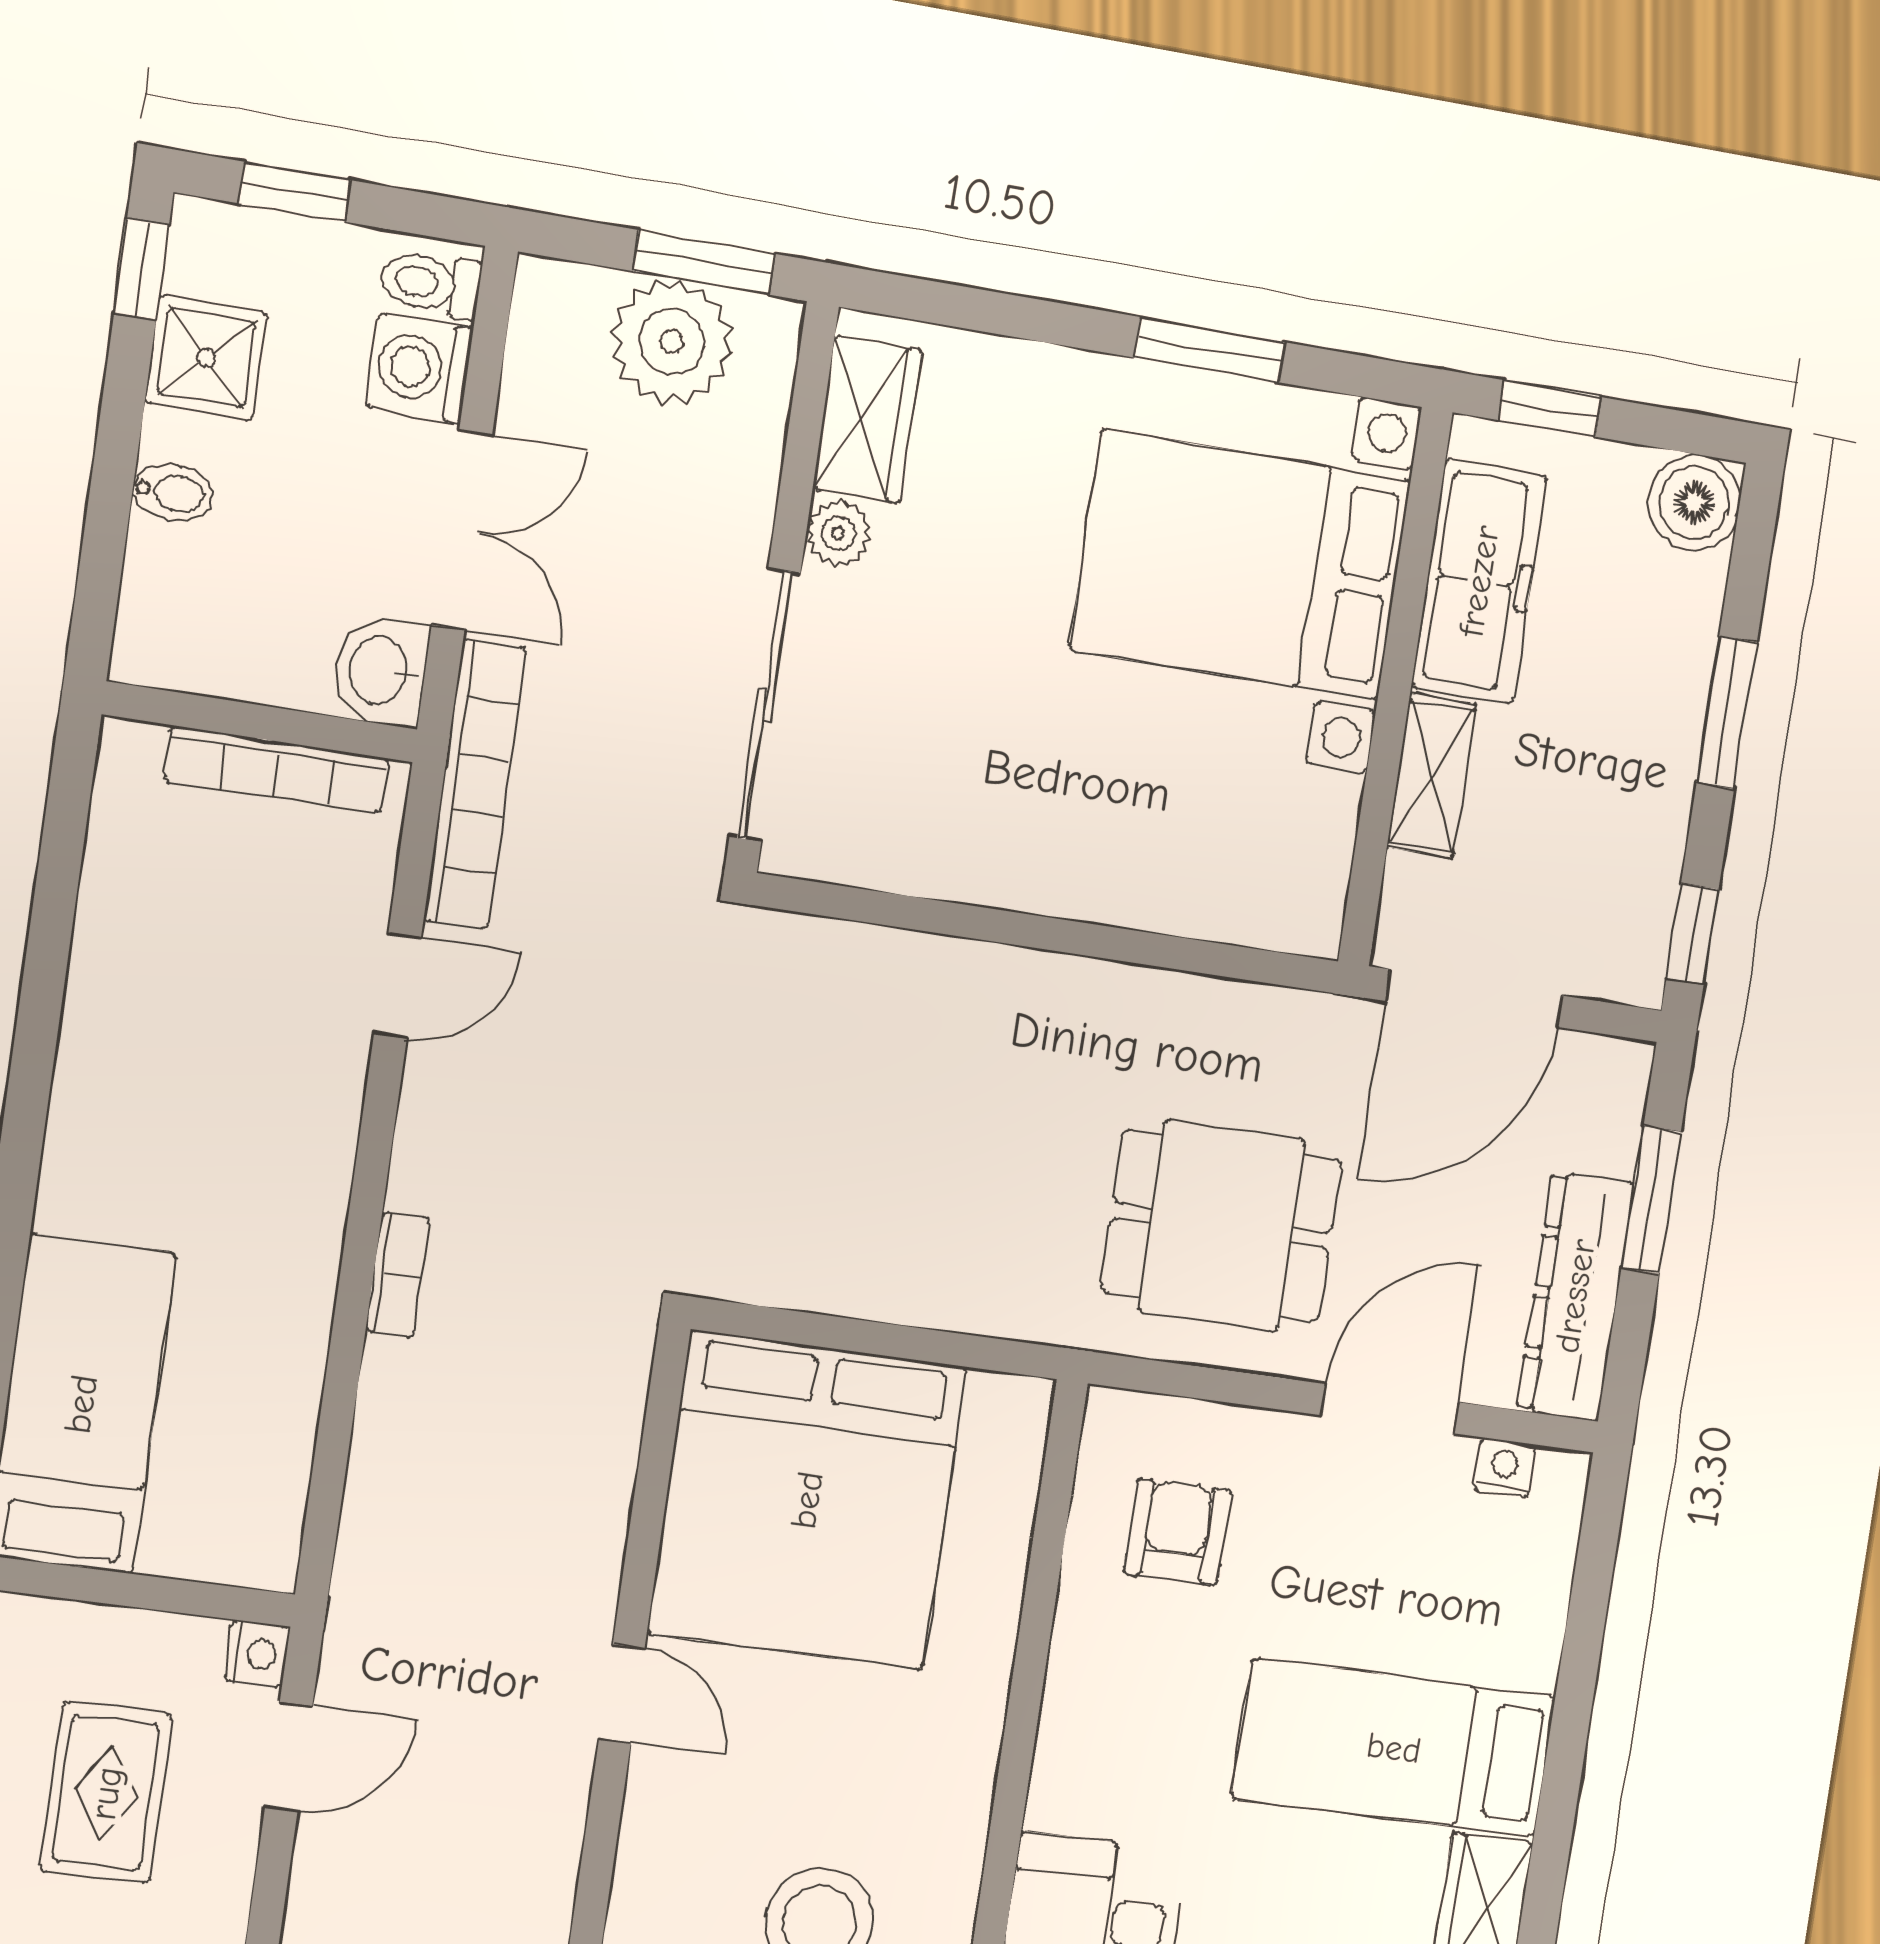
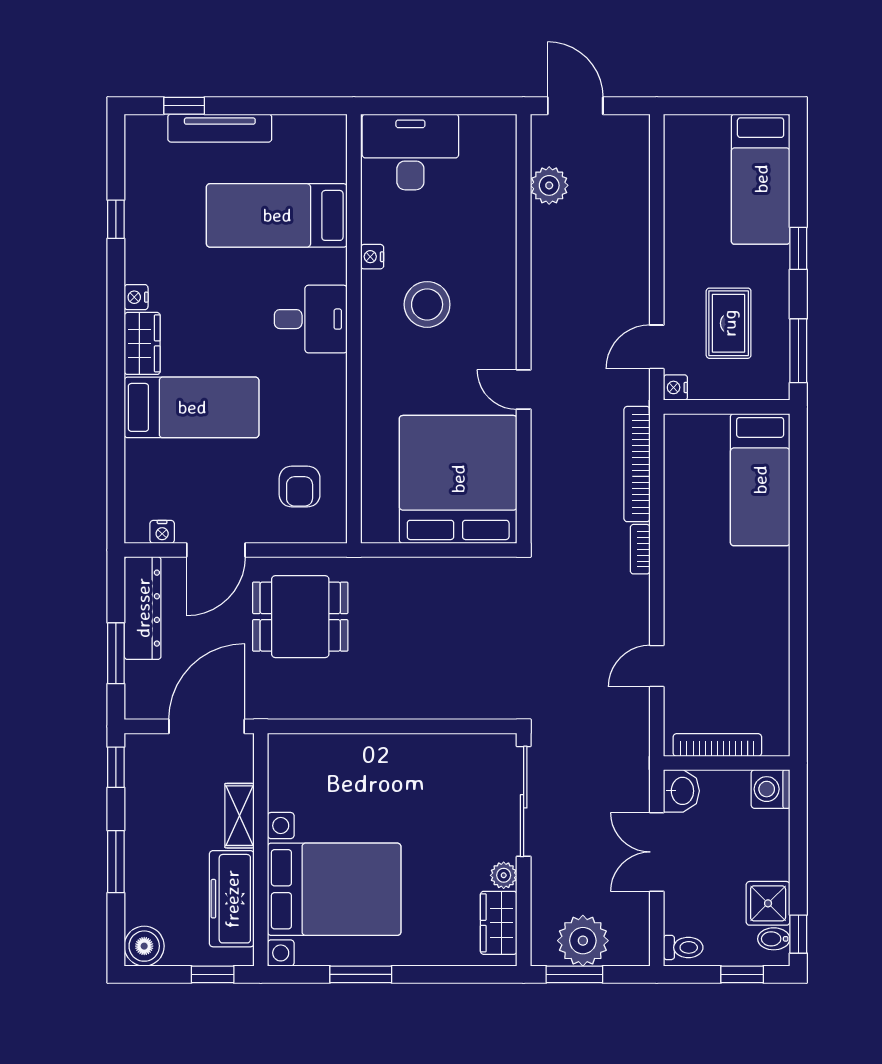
washing machine: (420, 368) -> (771, 789), moved, turned 180
bidet: (173, 493) -> (774, 939), moved
bookcase: (475, 784) -> (637, 464), moved

